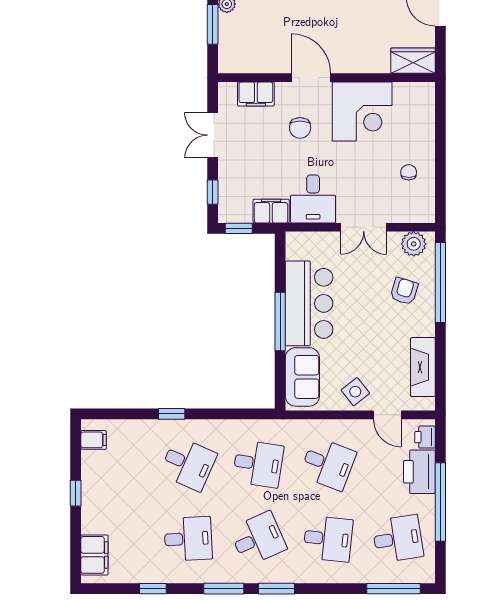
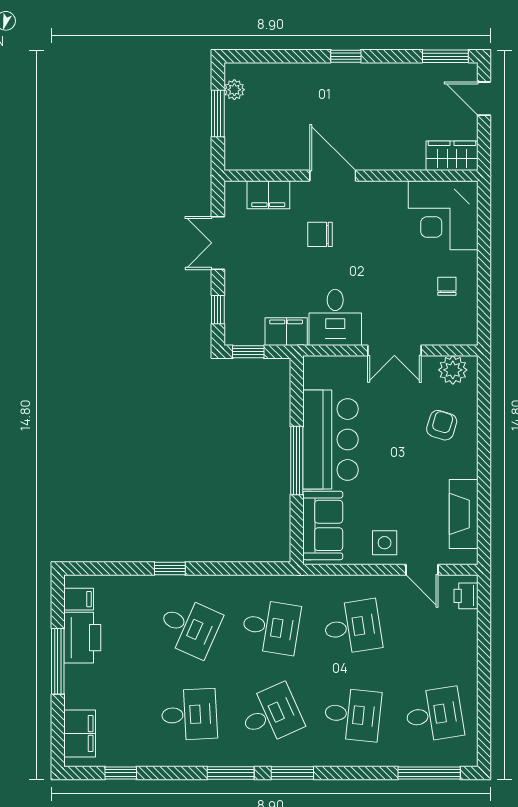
corner desk: (362, 111) -> (443, 215), moved, turned 90
chair: (300, 128) -> (320, 234), turned 90
window: (440, 282) -> (484, 415), removed
side table: (355, 392) -> (385, 543), turned 38
desk: (328, 464) -> (353, 627), turned -30
printer: (419, 472) -> (82, 638), moved, turned 180
window: (76, 493) -> (58, 661), width x2.17
window: (440, 502) -> (484, 672), removed
window: (153, 589) -> (121, 773), moved

